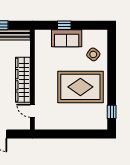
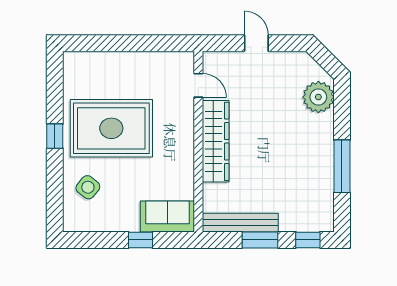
sofa: (67, 38) -> (167, 216), moved
window: (112, 112) -> (55, 136), moved

